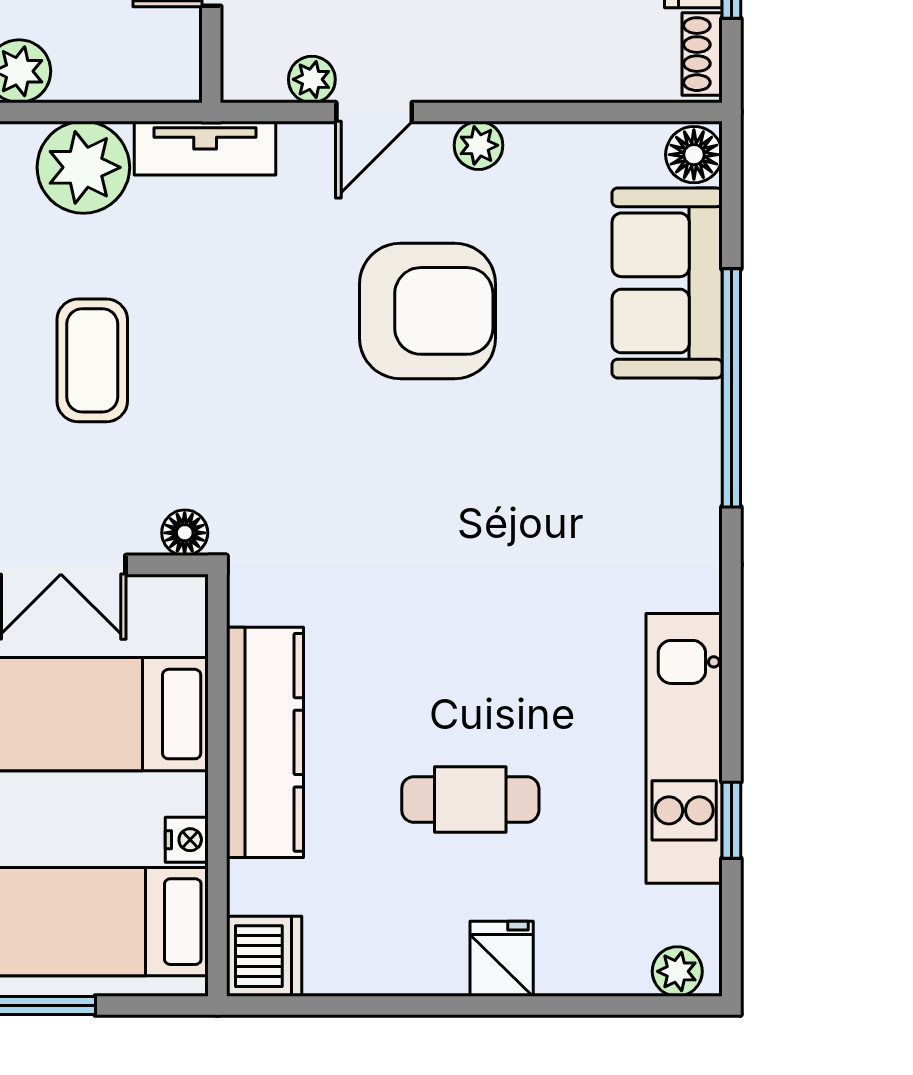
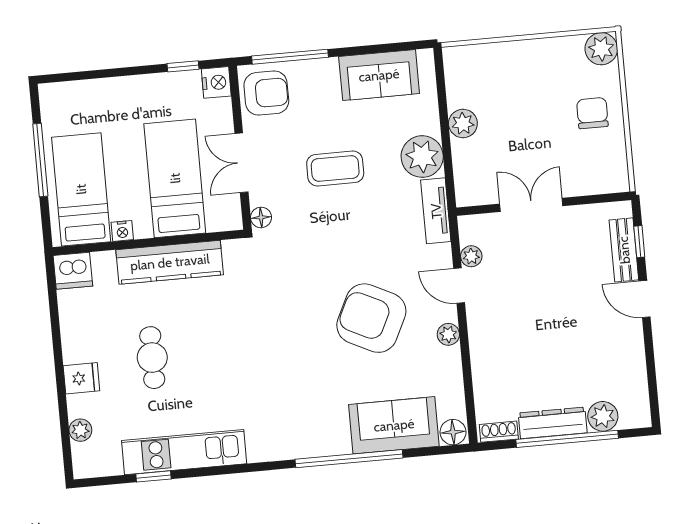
armchair: (428, 311) -> (371, 318), turned 116
plant: (677, 971) -> (80, 430), moved

